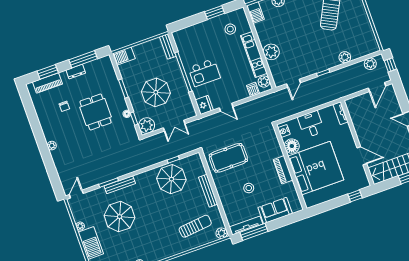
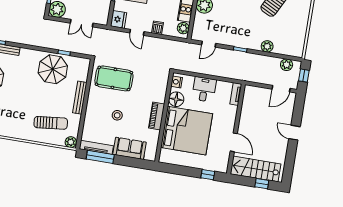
dishwasher: (253, 89) -> (158, 28), moved

